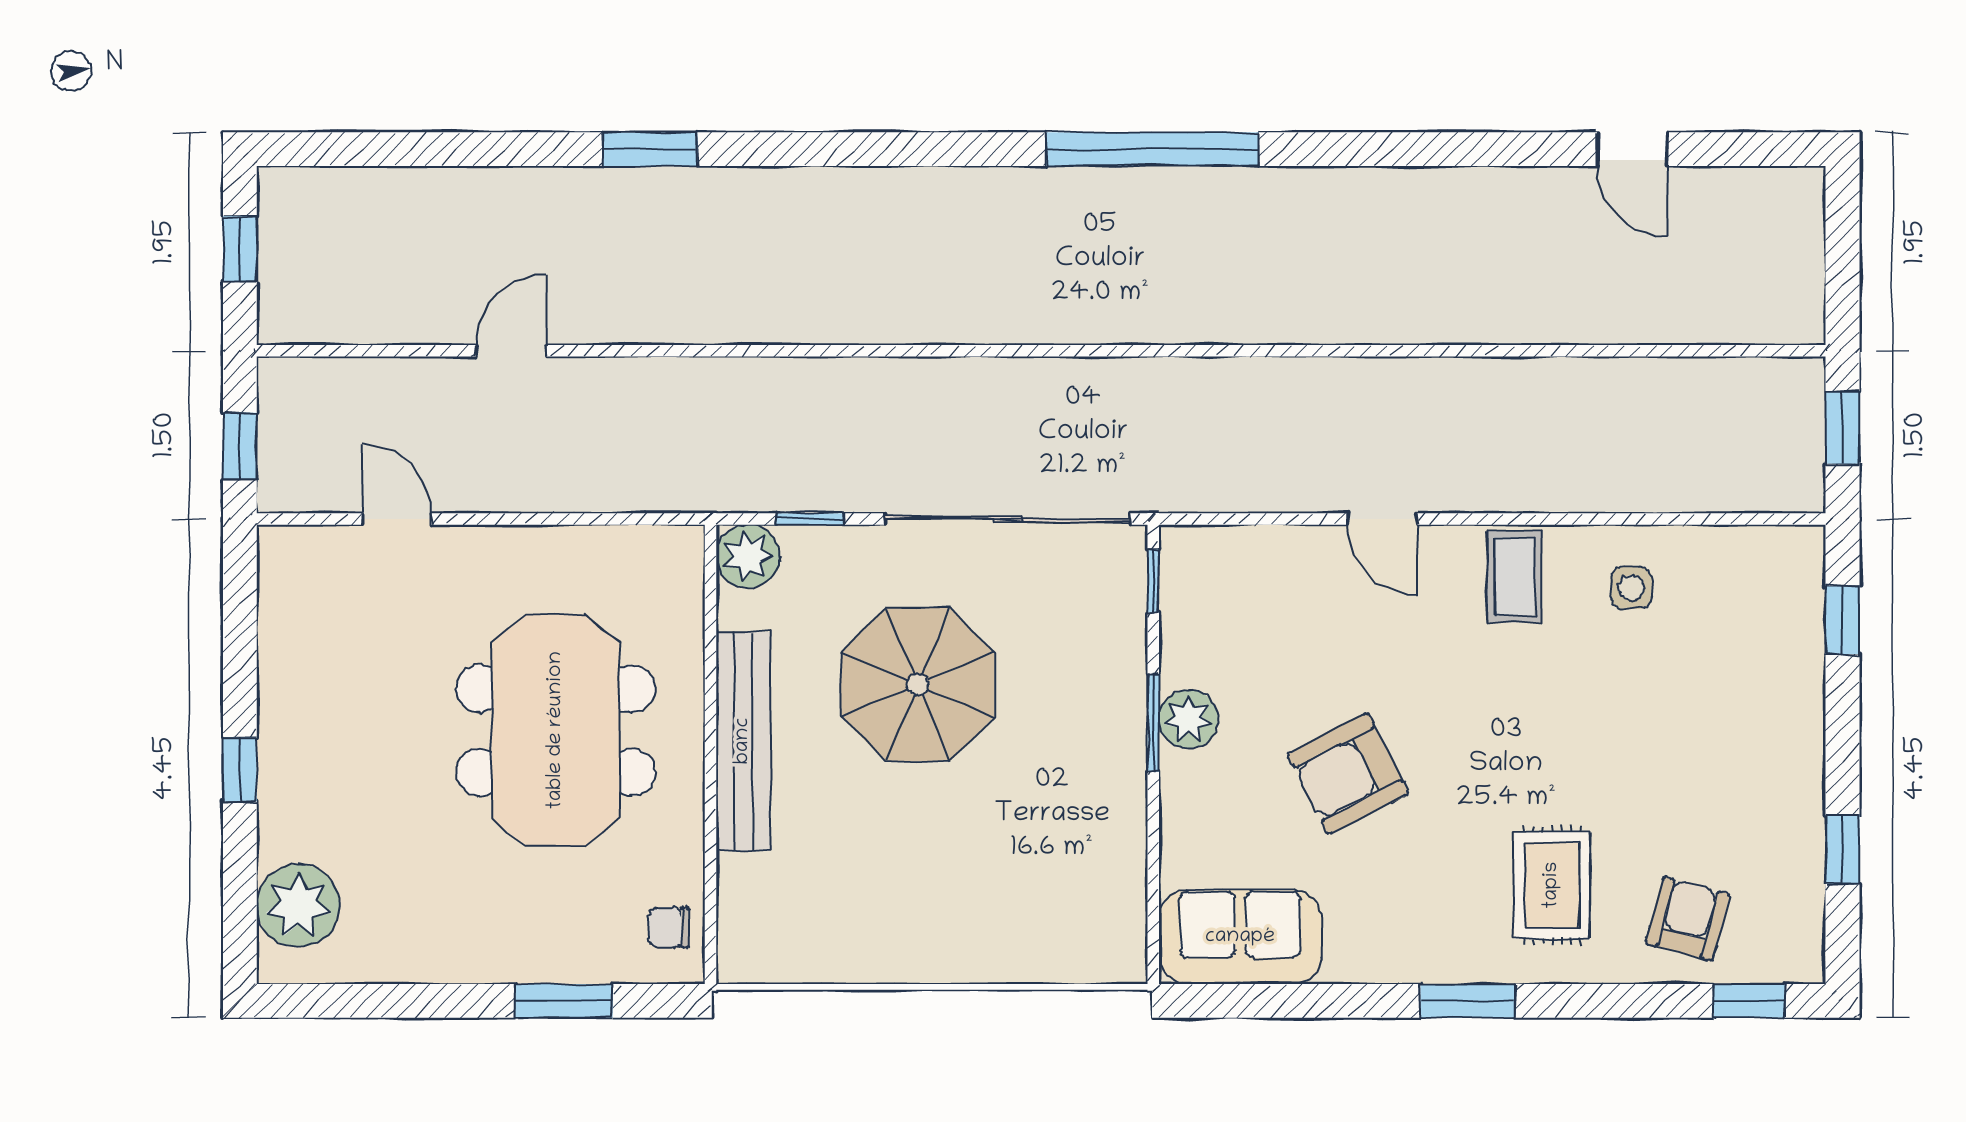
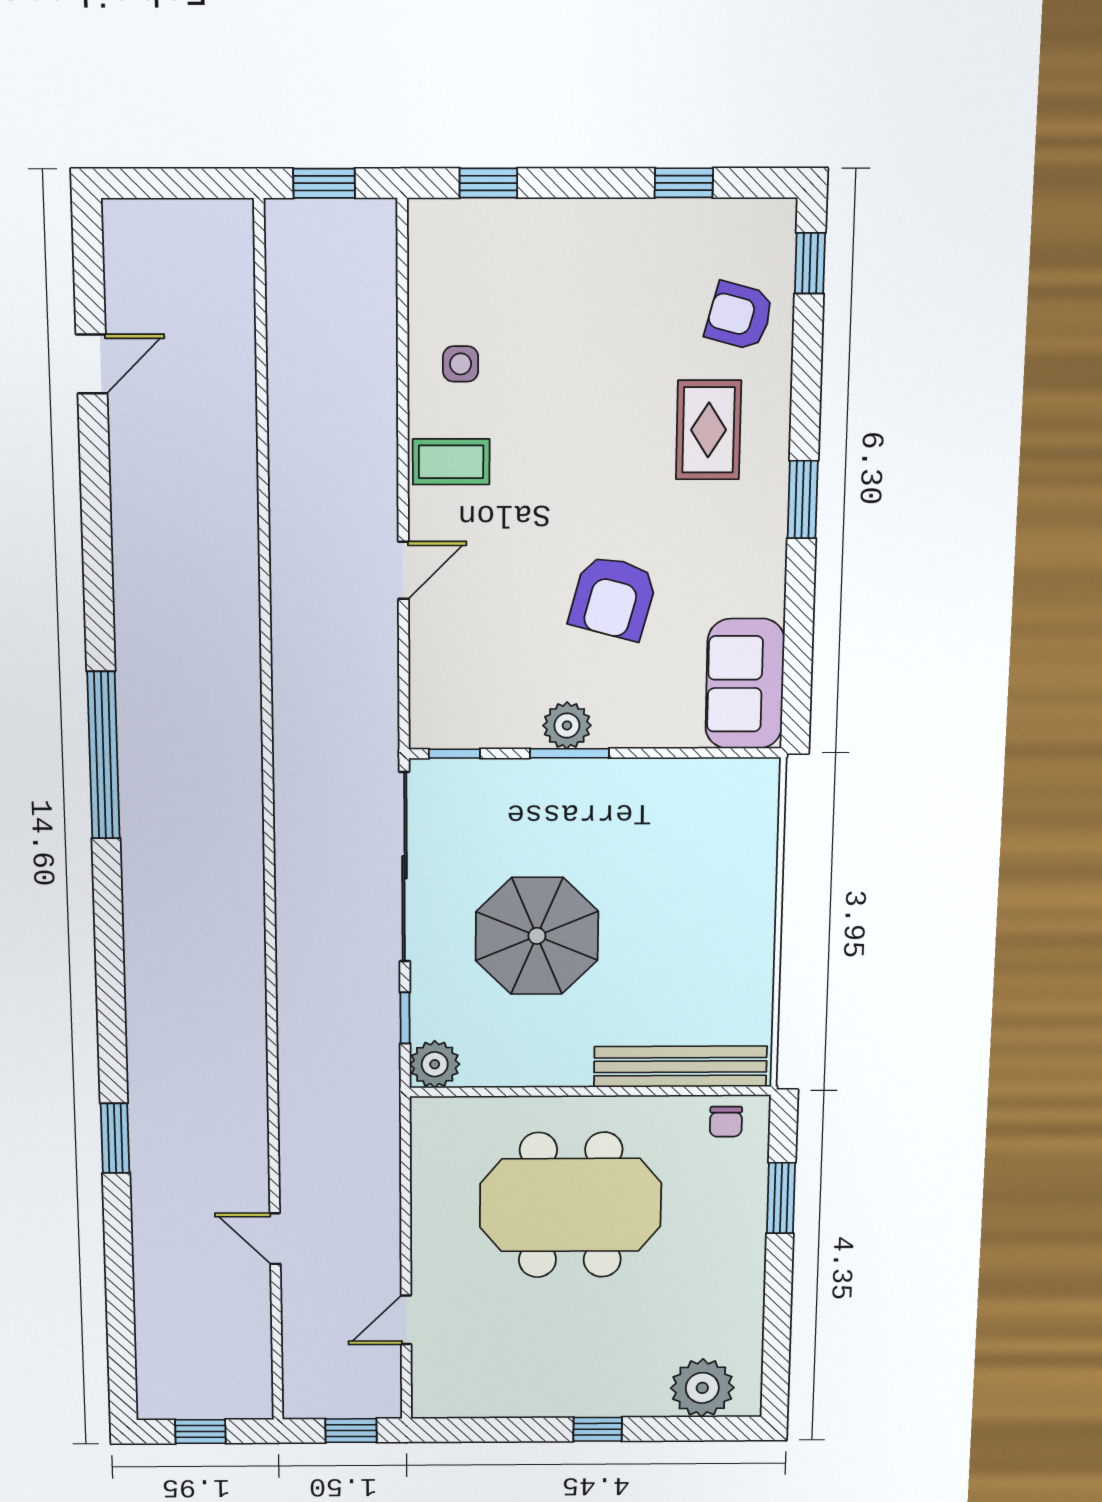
bench: (743, 741) -> (680, 1067), moved
armchair: (1348, 774) -> (613, 598), turned 42
rug: (1552, 885) -> (708, 430), turned 90

